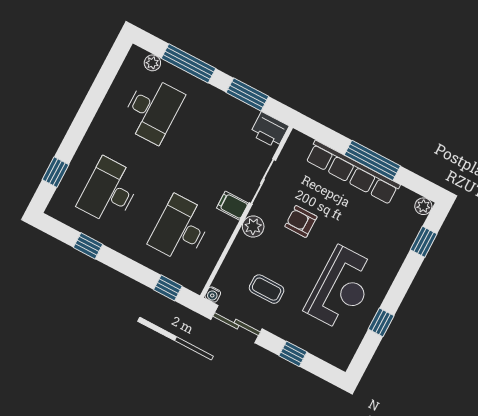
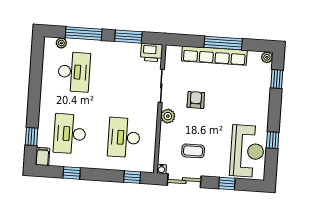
filing cabinet: (232, 206) -> (42, 156), moved, turned 90
armchair: (301, 221) -> (196, 100), turned 90
reception desk: (341, 288) -> (247, 151), moved

